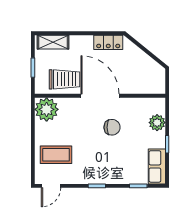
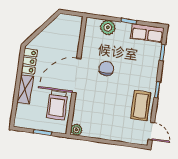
shelving: (53, 42) -> (25, 89), moved
trolley: (65, 79) -> (57, 105), turned 180
plant: (47, 109) -> (76, 130), width x0.53, depth x0.53
coffee table: (56, 155) -> (141, 106), moved

